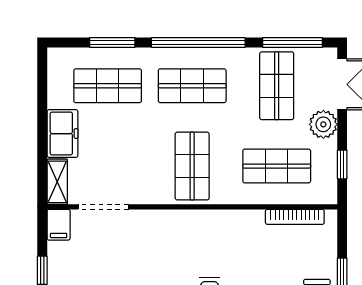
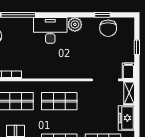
shop shelf: (192, 166) -> (59, 101), turned 90

